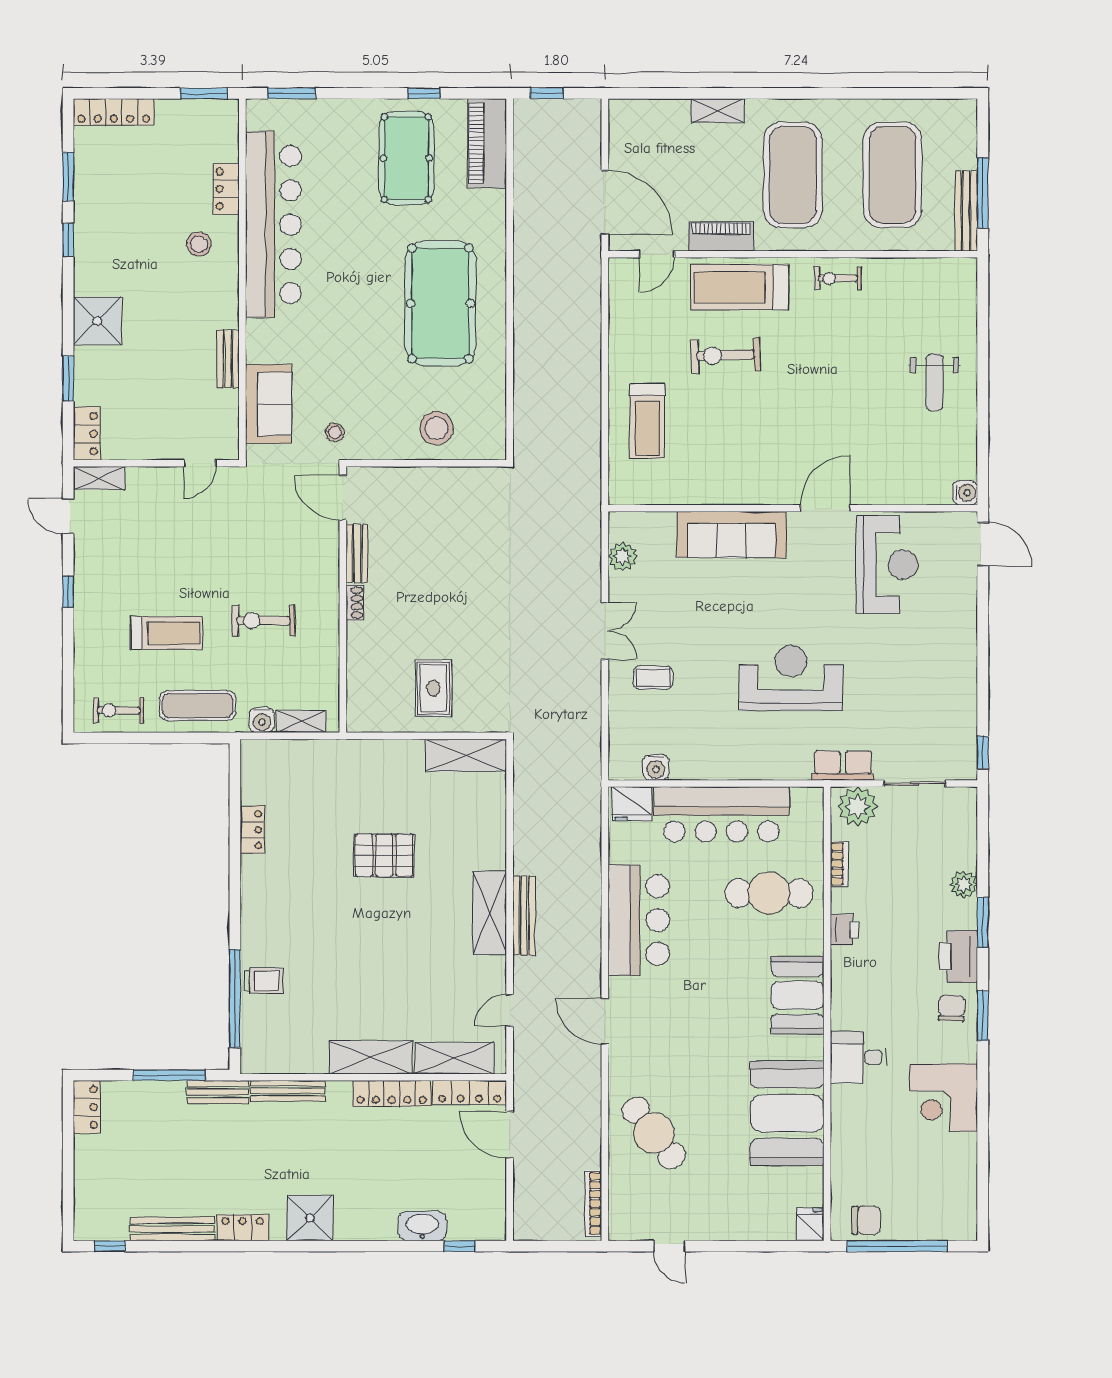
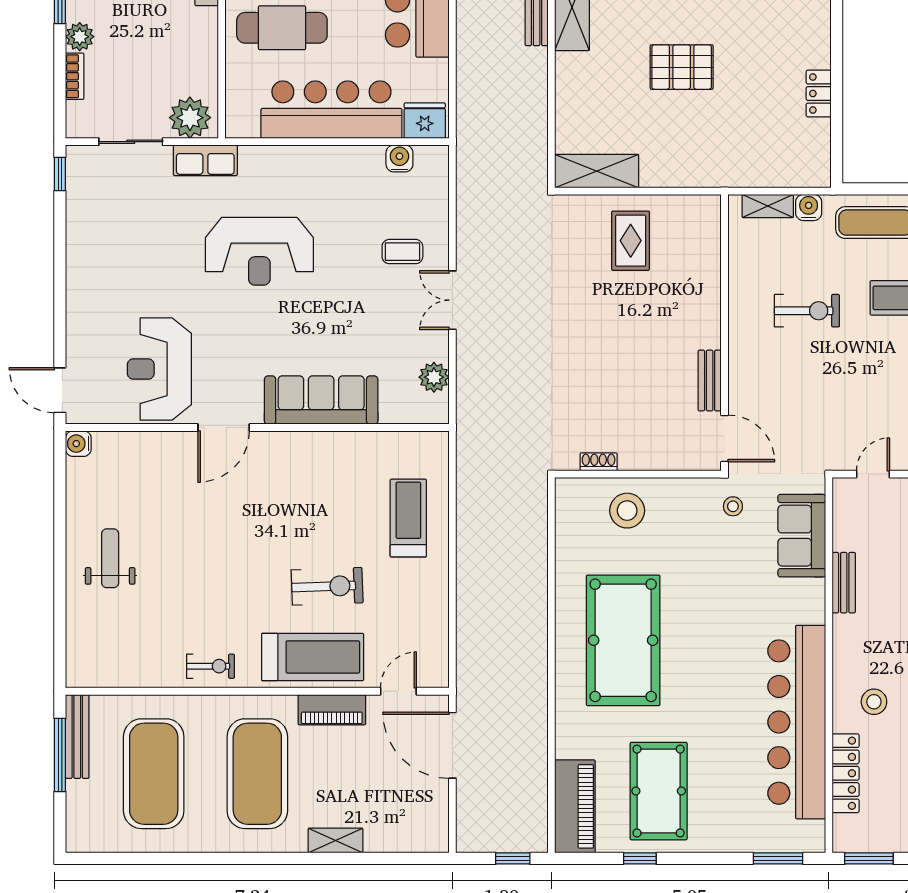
locker: (226, 189) -> (846, 773), width x1.53
shoe rack: (355, 603) -> (599, 462), moved, turned 90
bookcase: (839, 864) -> (75, 76), moved, turned 180

